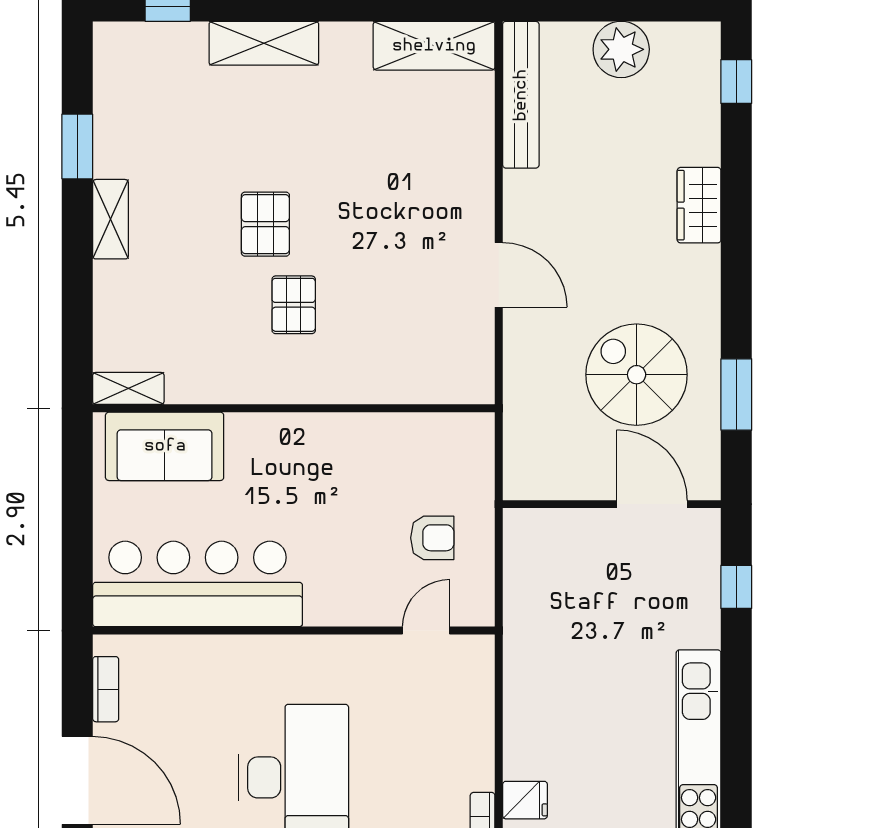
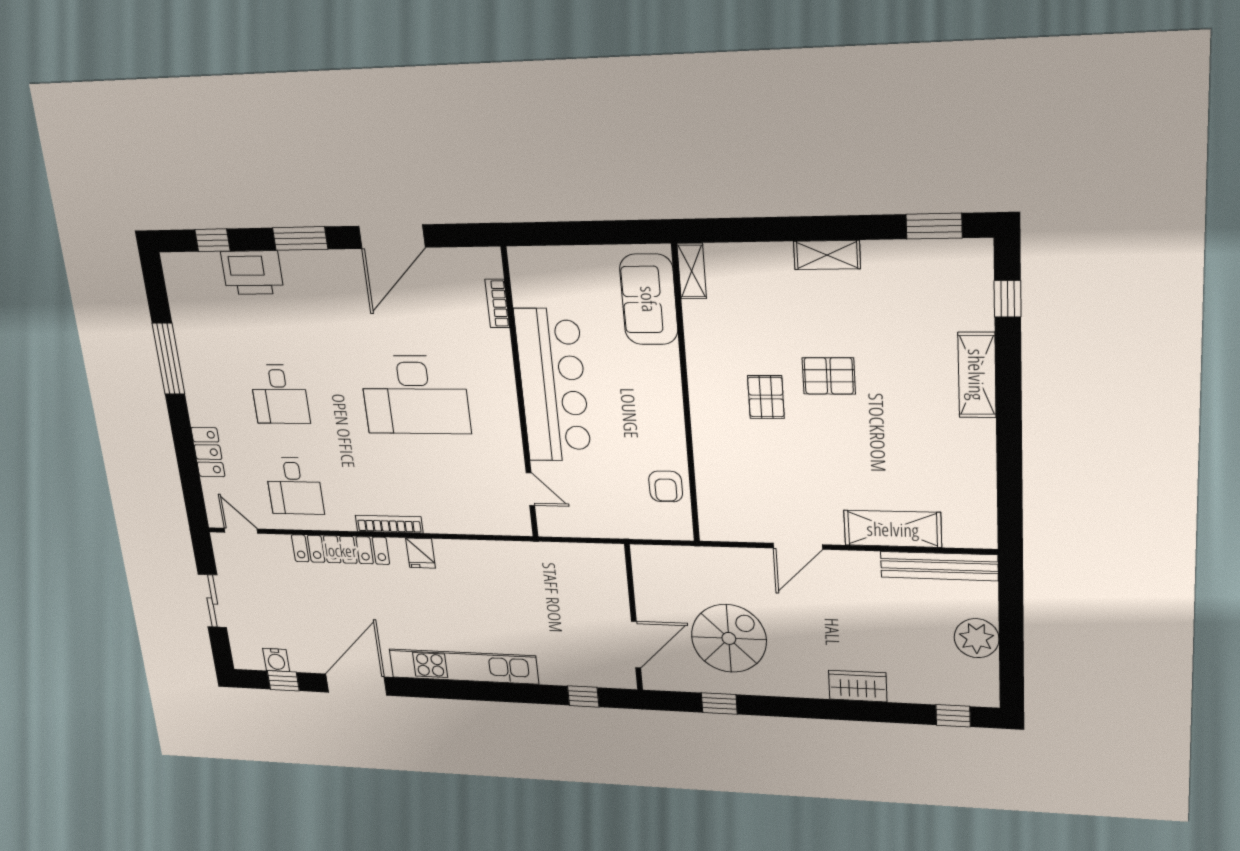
shelving: (434, 46) -> (893, 529), moved, turned 90
window: (77, 146) -> (934, 226), moved
pallet: (294, 305) -> (766, 397), turned 90
window: (736, 394) -> (719, 704), width x0.67
armchair: (432, 538) -> (666, 486), moved
bar counter: (198, 584) -> (553, 385), moved
bookcase: (106, 689) -> (497, 303), moved, turned 90

